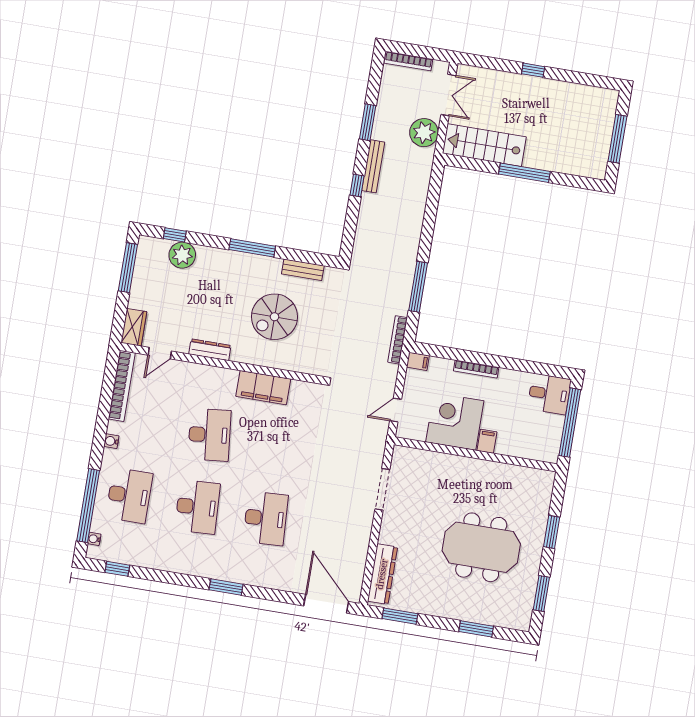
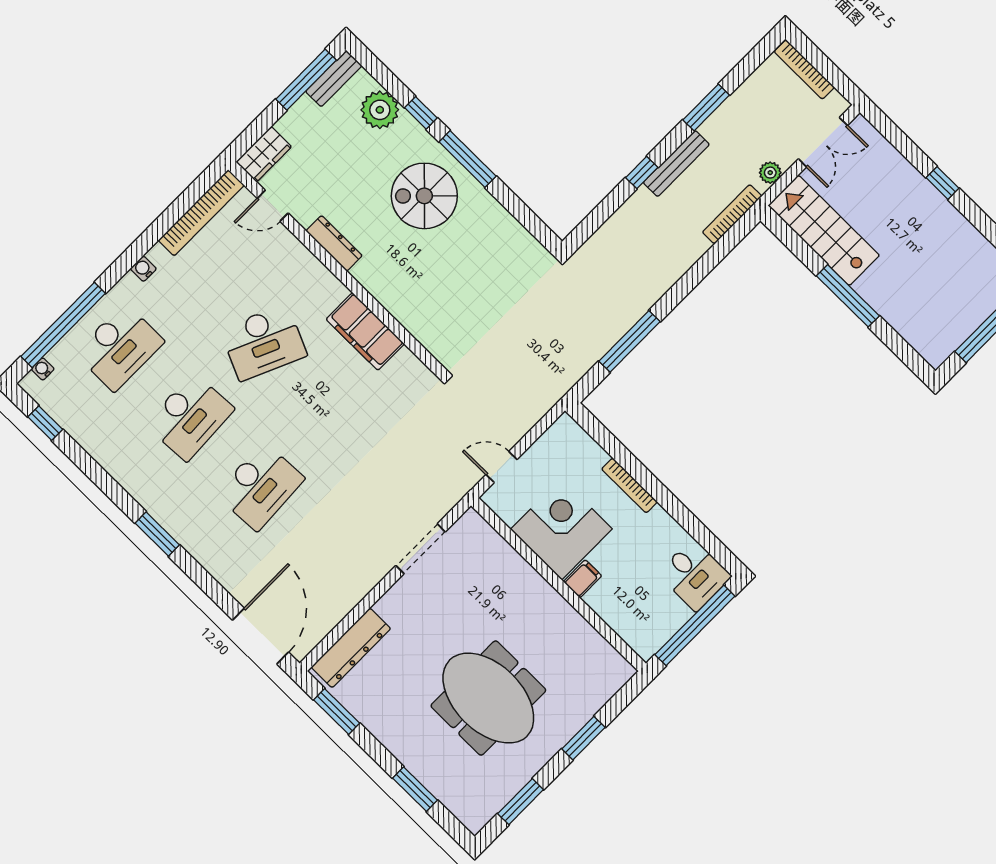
plant: (424, 133) -> (770, 173), width x0.53, depth x0.53
window: (175, 235) -> (421, 113), moved
bench: (303, 270) -> (334, 79), moved, turned 90
spiral stairs: (274, 317) -> (424, 196), moved
bookcase: (398, 340) -> (732, 214), moved
filing cabinet: (418, 361) -> (568, 428), removed
desk: (210, 435) -> (263, 342), turned 30

